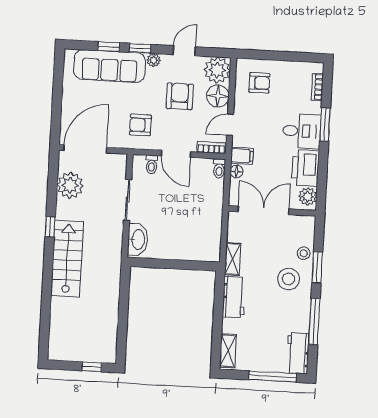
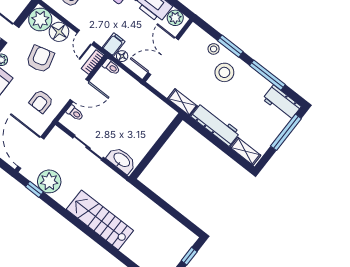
armchair: (180, 96) -> (40, 59), turned 75
window: (50, 227) -> (34, 189), moved
workbench: (234, 297) -> (215, 124), width x1.38

